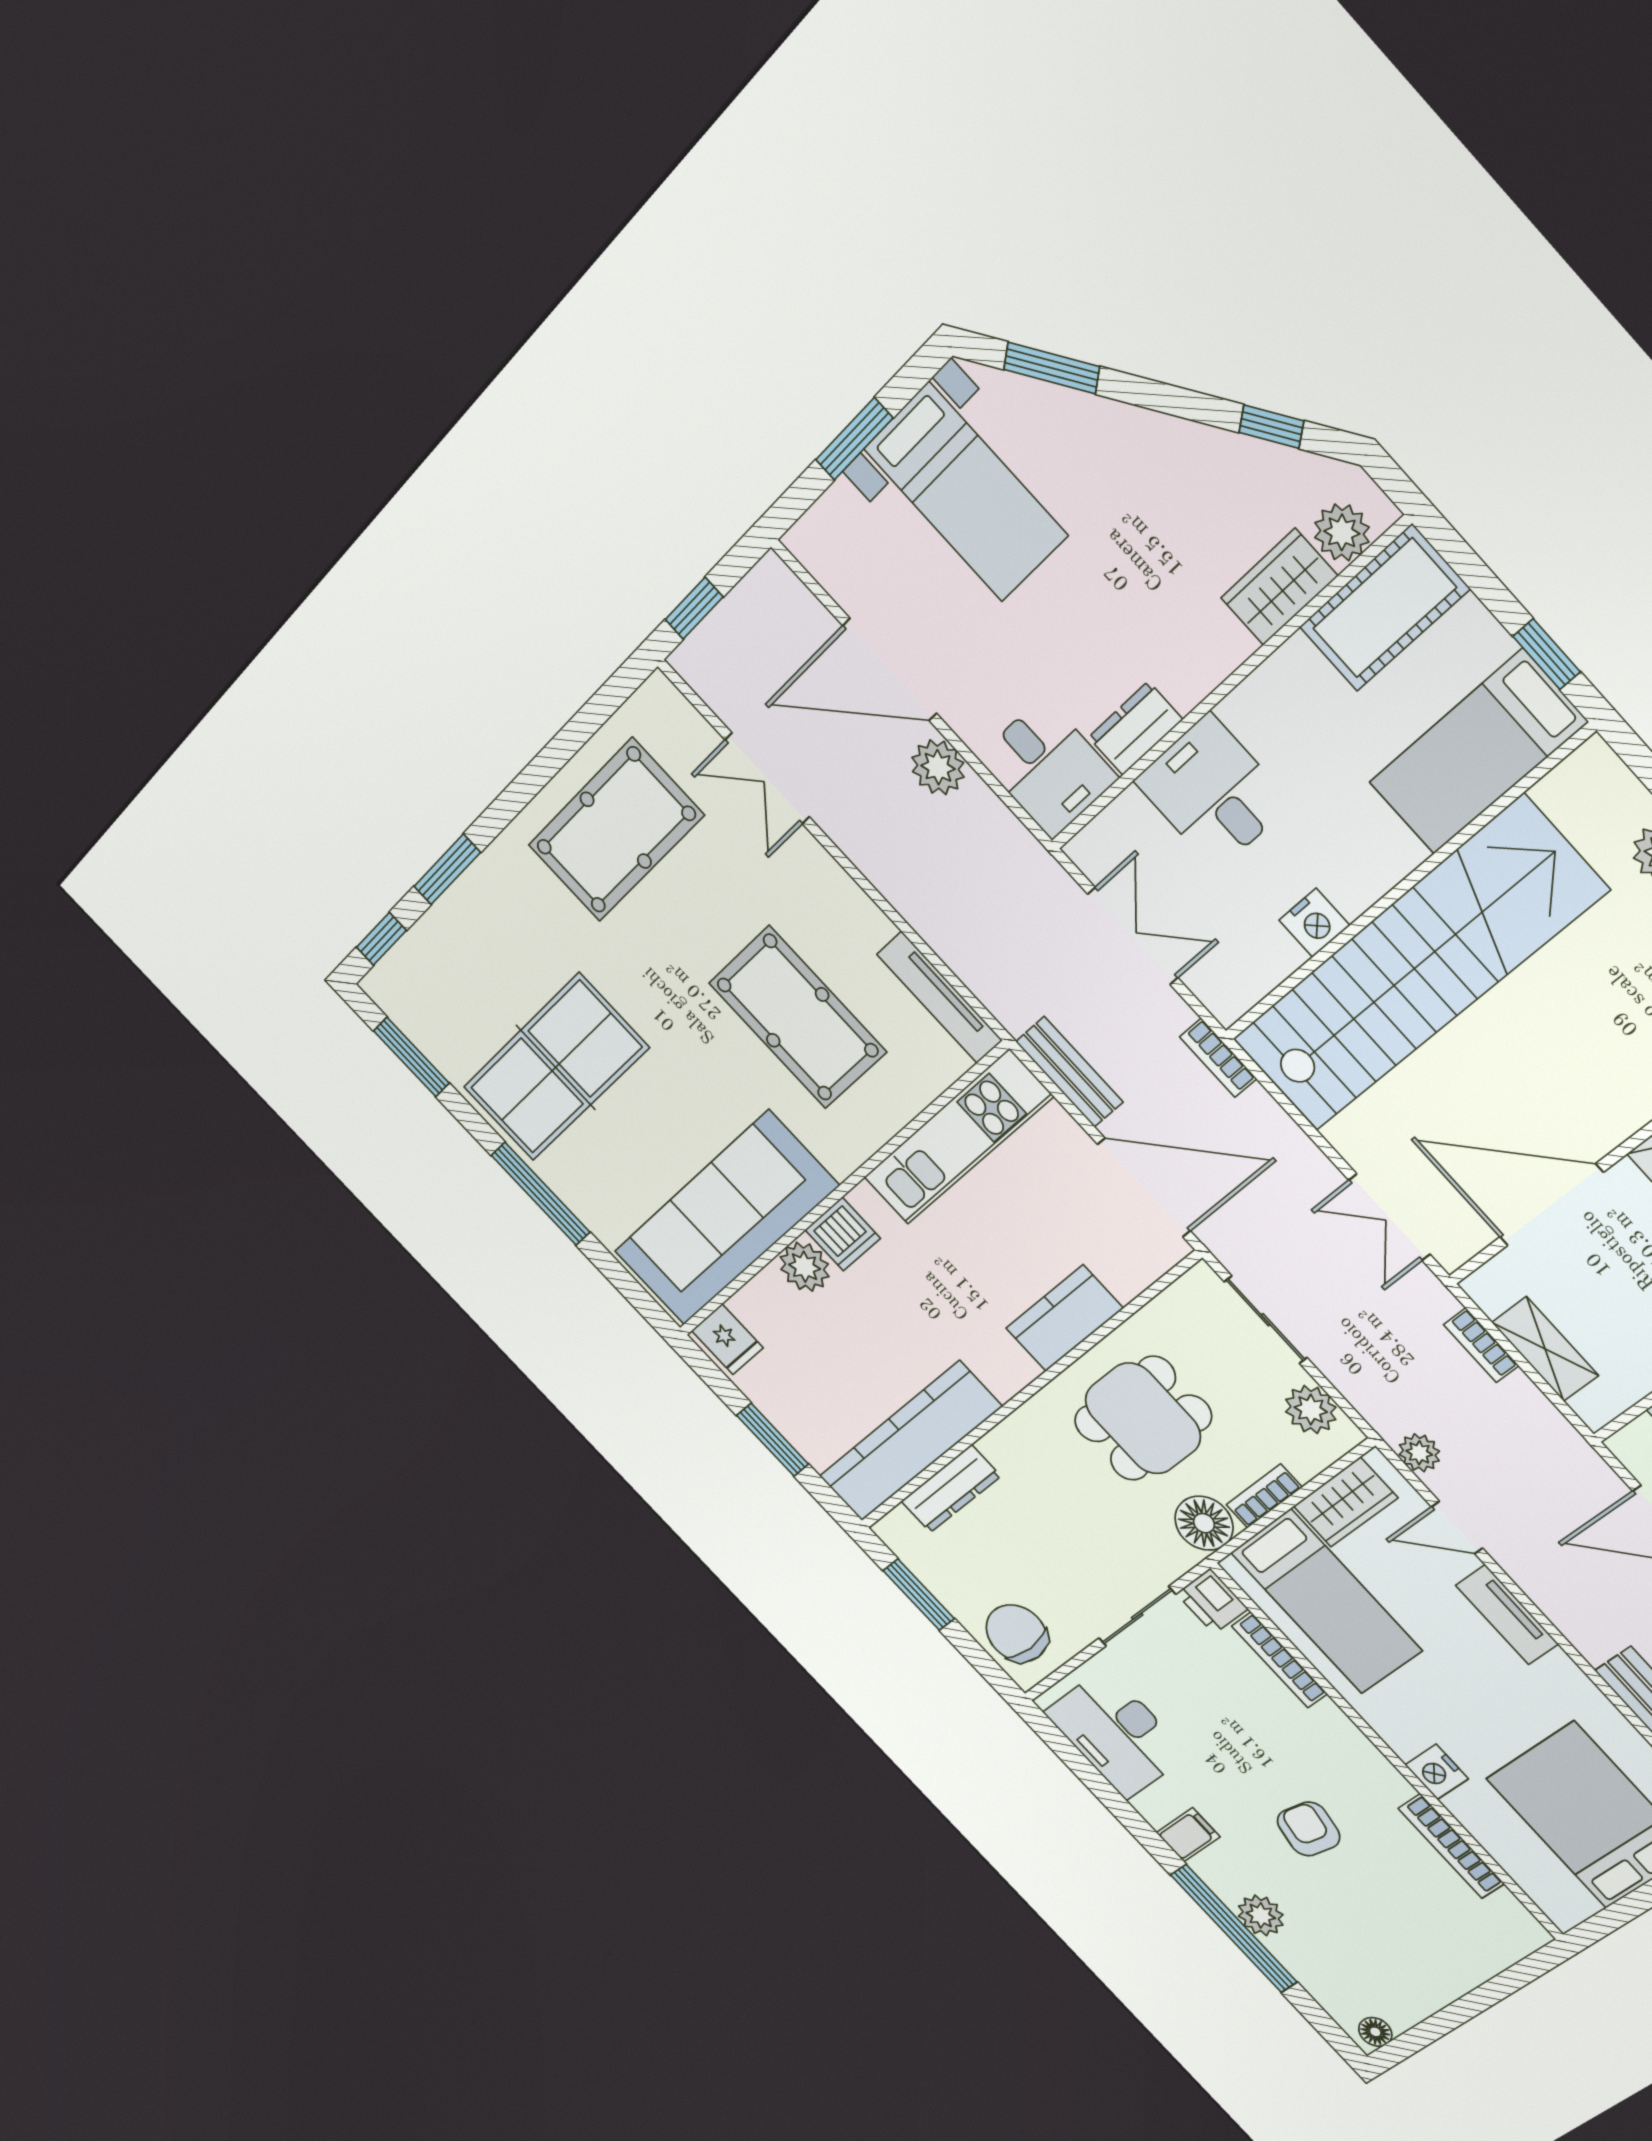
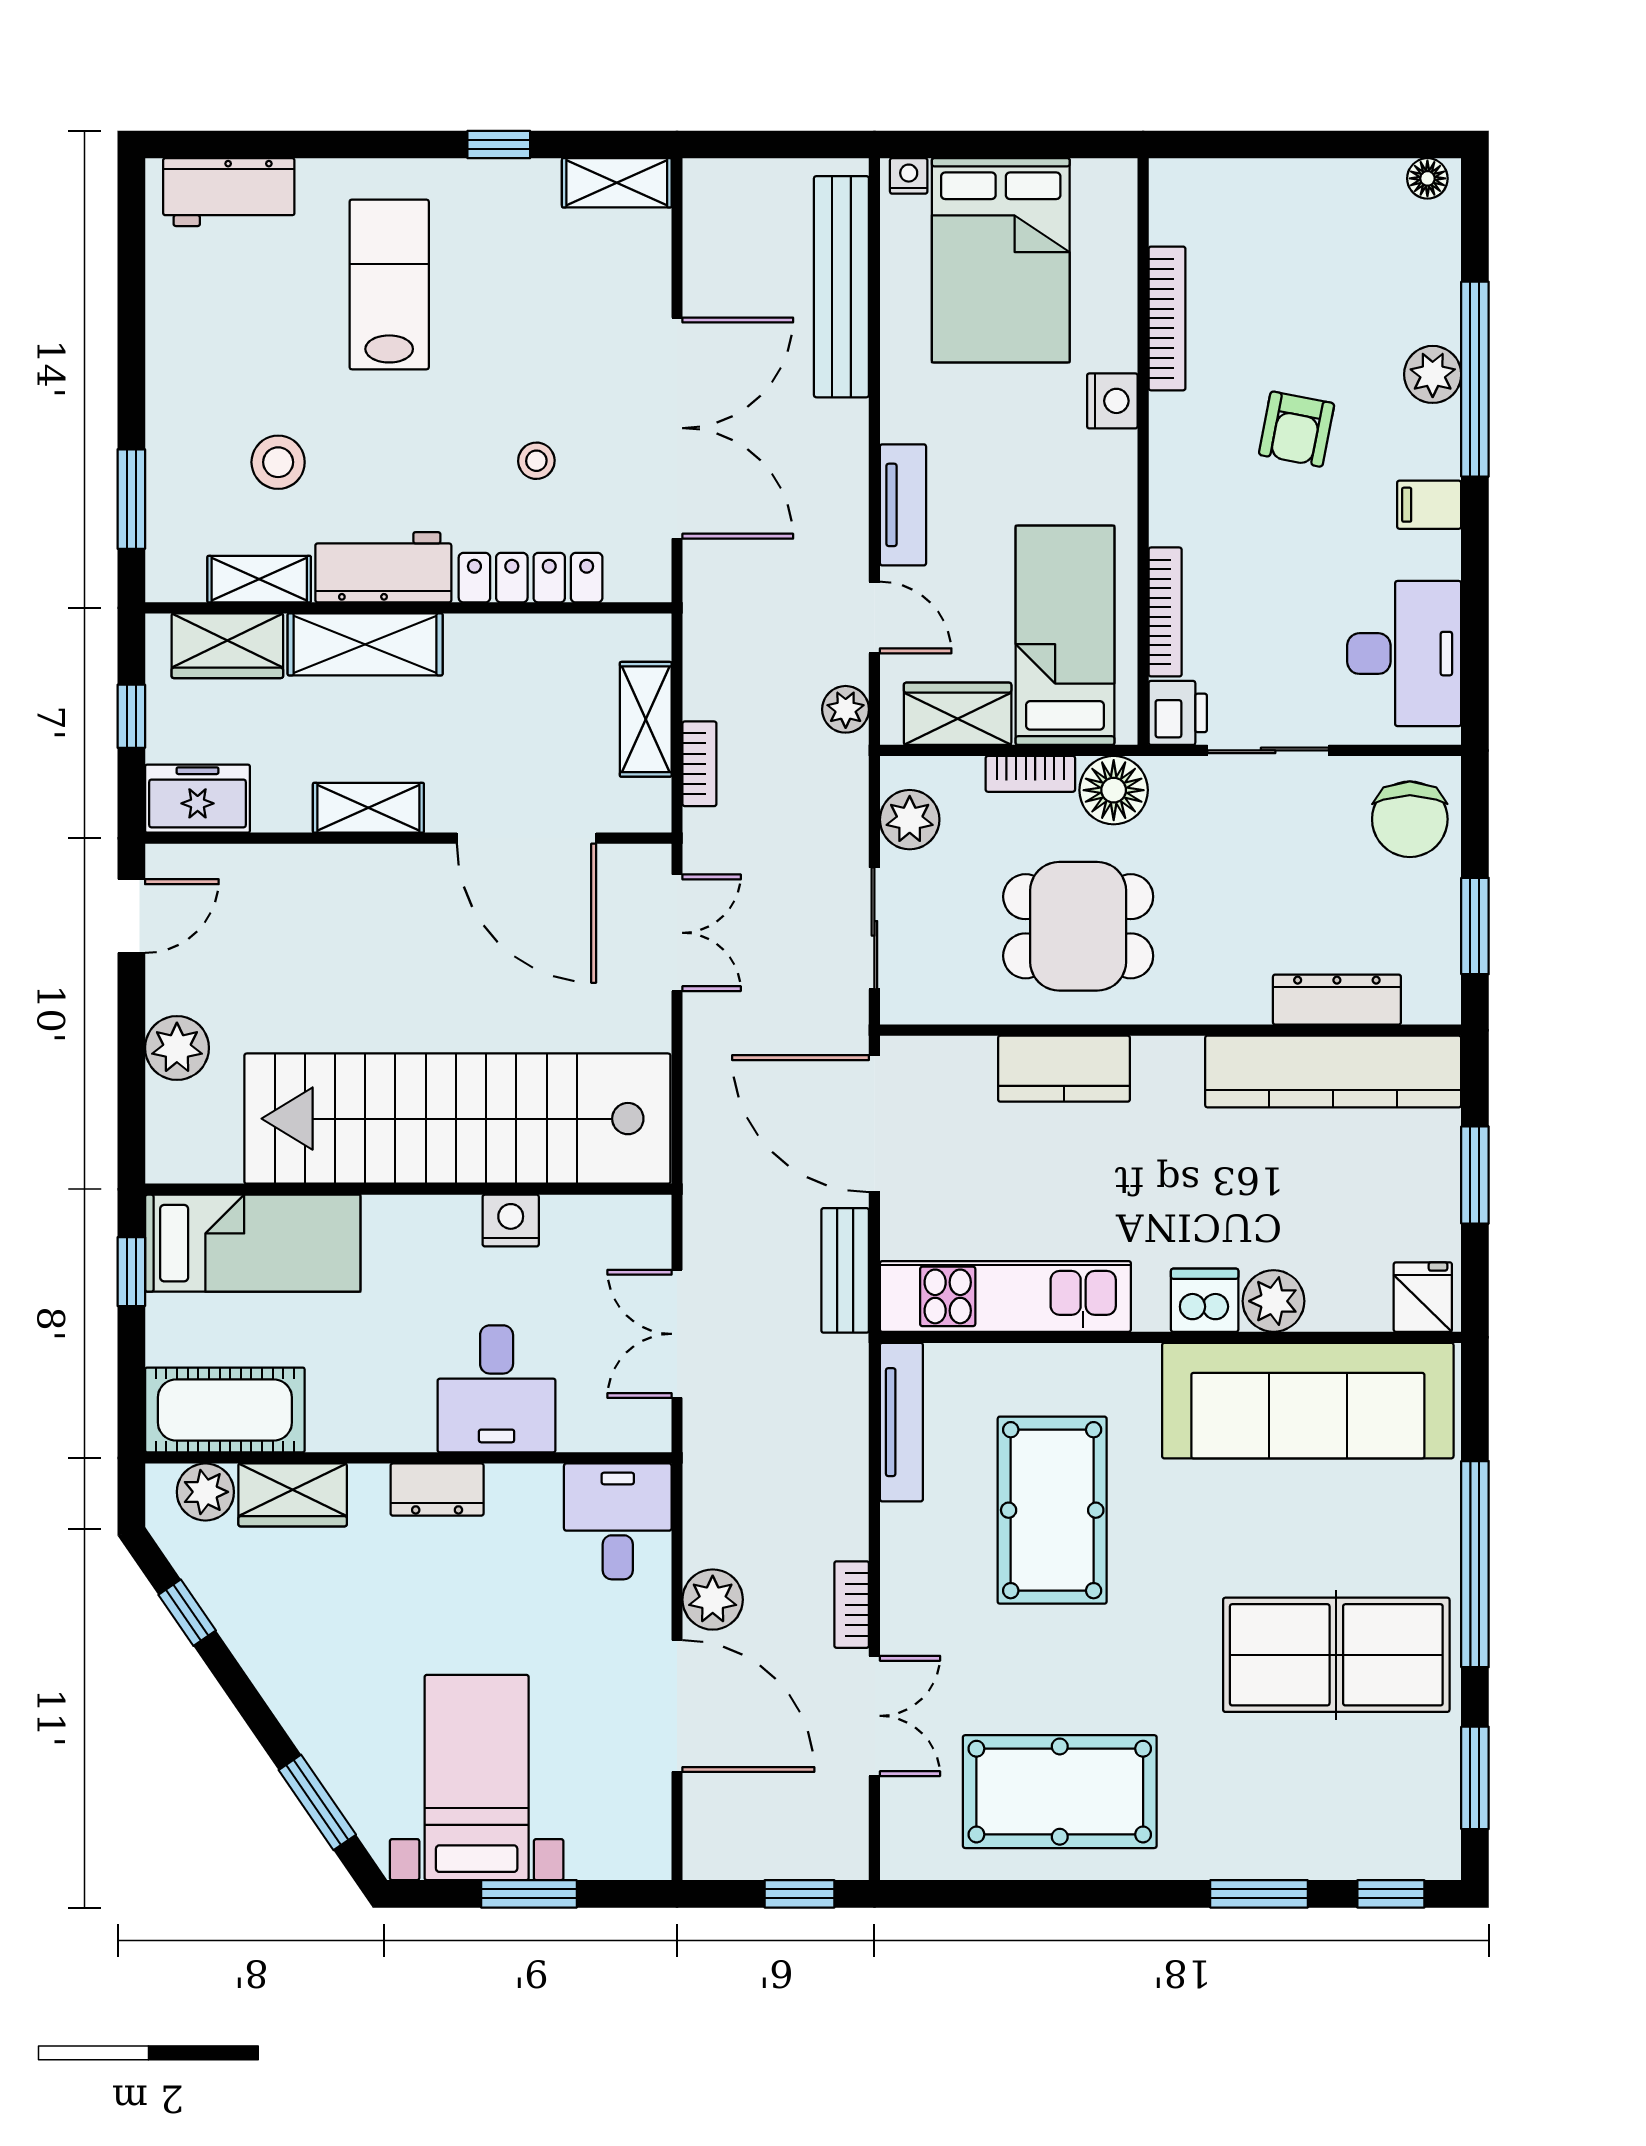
dresser: (1135, 728) -> (437, 1490), moved
bookcase: (1218, 1058) -> (852, 1605), moved, turned 180
window: (541, 1194) -> (1475, 1564), width x1.46

